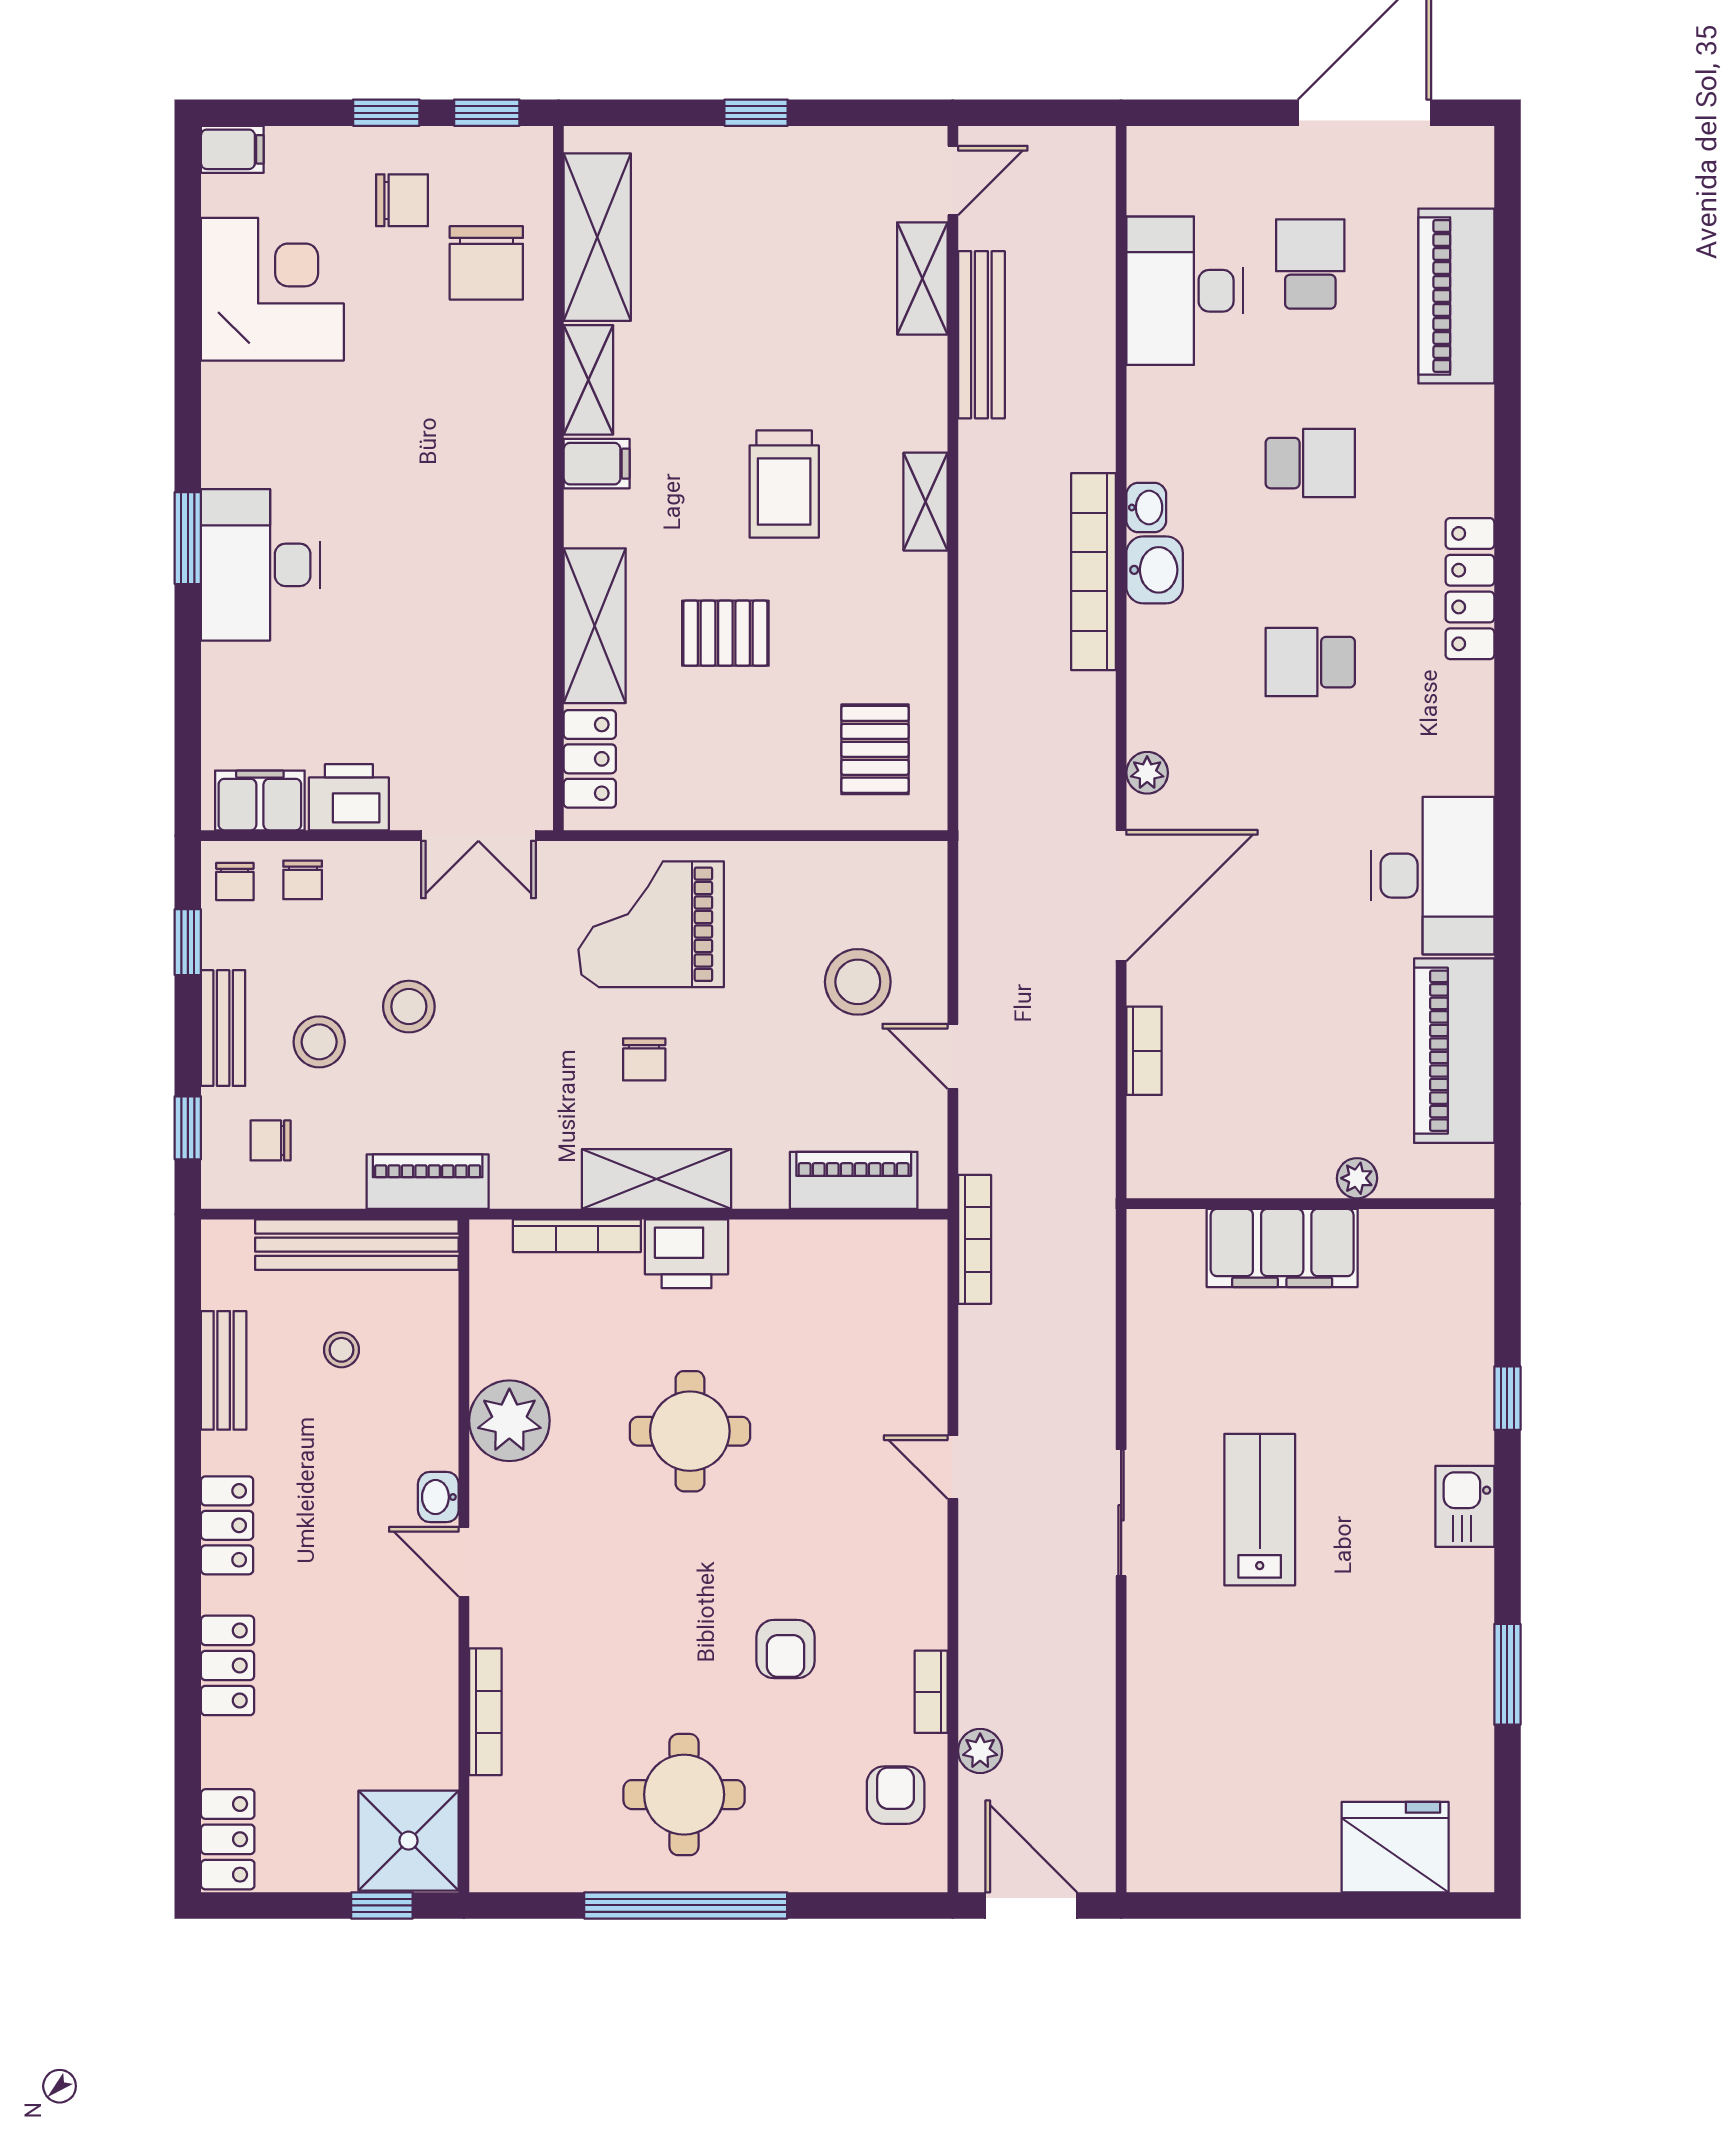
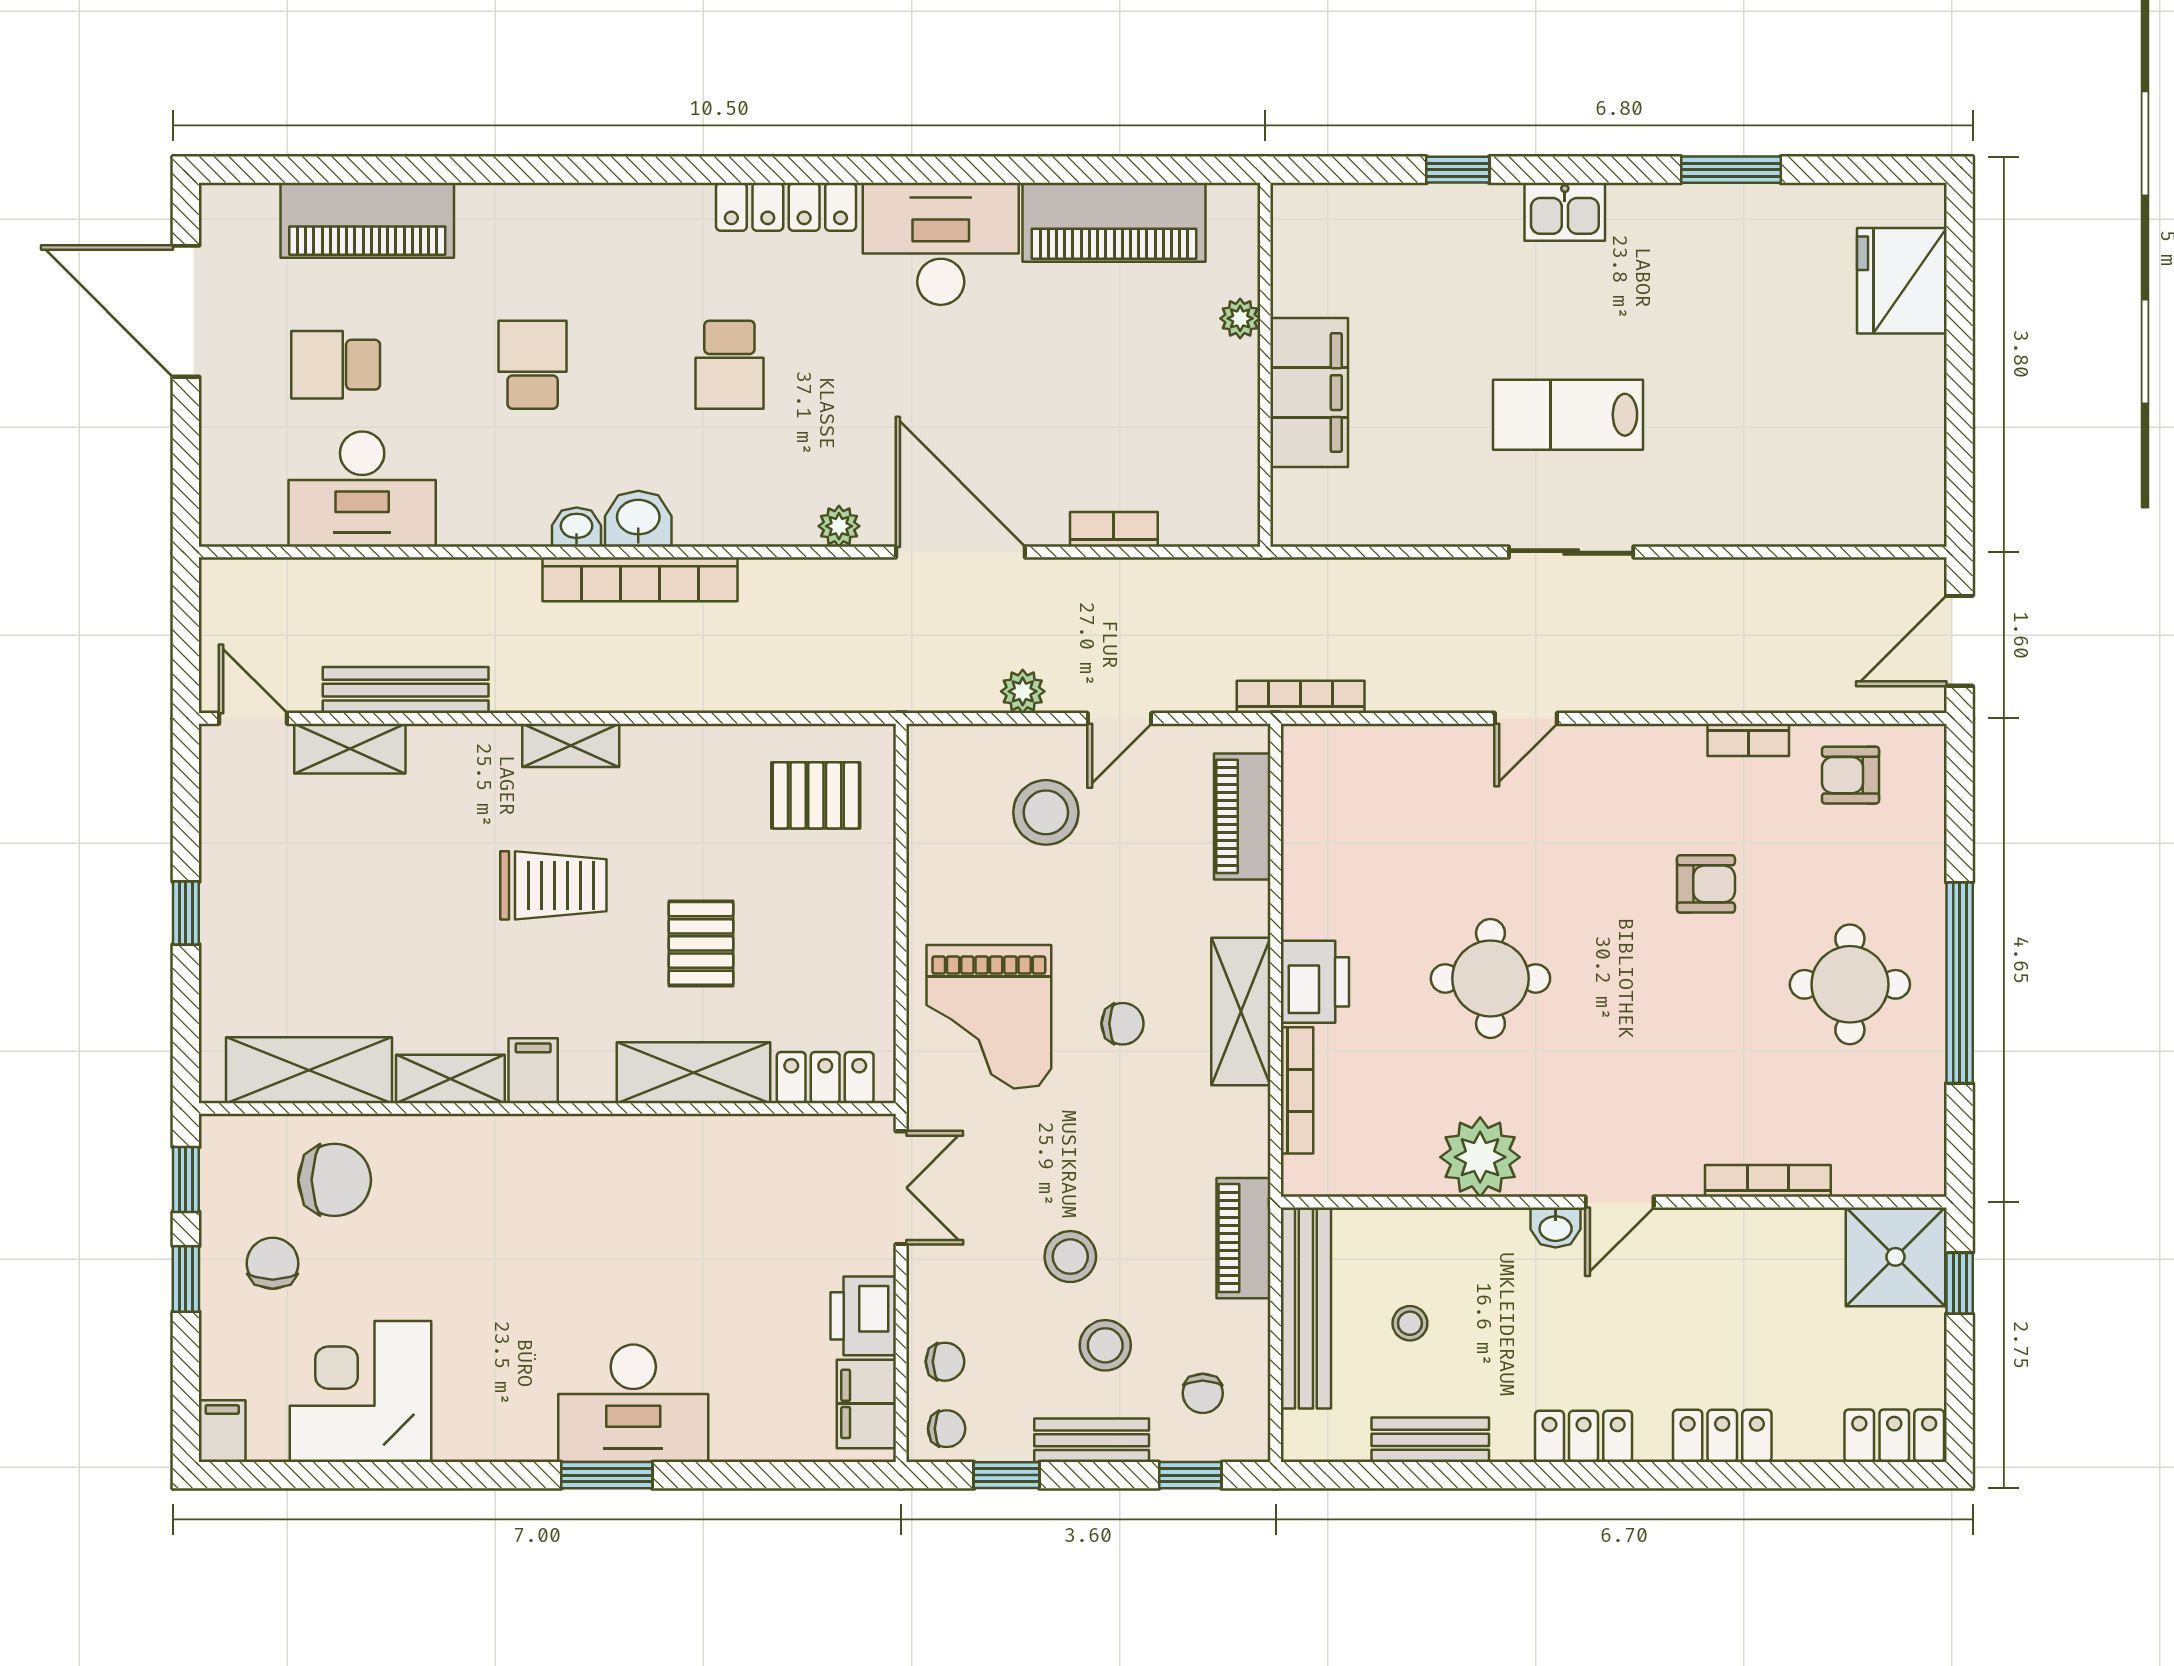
locker: (1470, 589) -> (786, 207), moved
plant: (980, 1751) -> (1023, 691), moved

